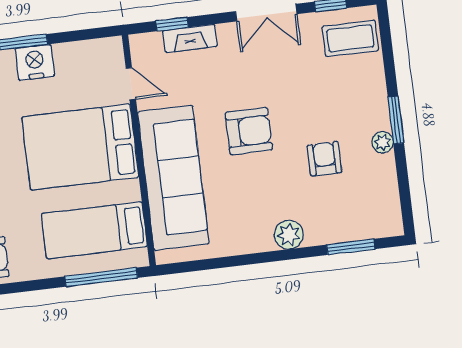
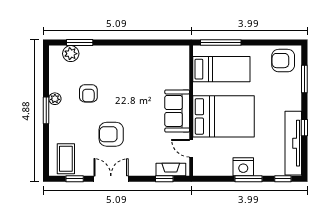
fireplace: (190, 38) -> (171, 170), moved
coffee table: (350, 38) -> (66, 159), turned 90
armchair: (249, 131) -> (111, 134), moved
sofa: (173, 178) -> (177, 111), width x0.54, depth x0.79
plant: (289, 235) -> (71, 54), moved

